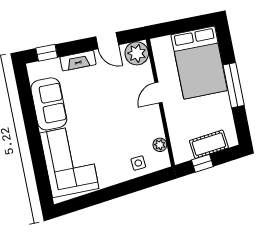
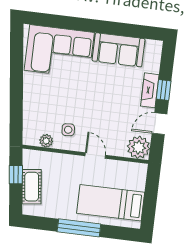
window: (47, 53) -> (164, 90), moved
bed: (199, 63) -> (111, 203), width x0.67
side table: (138, 163) -> (68, 130), moved

